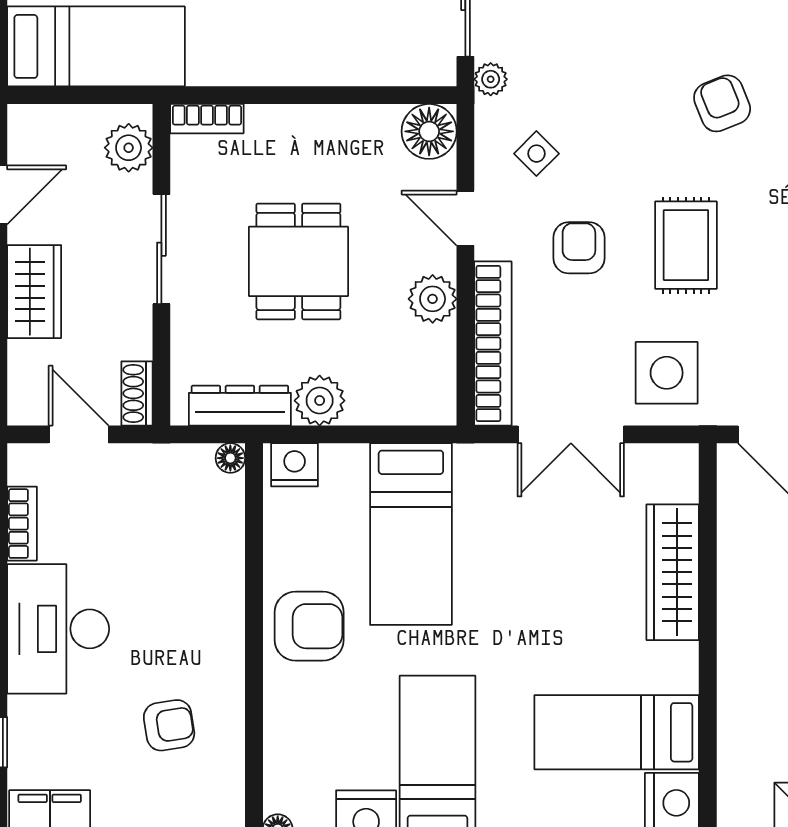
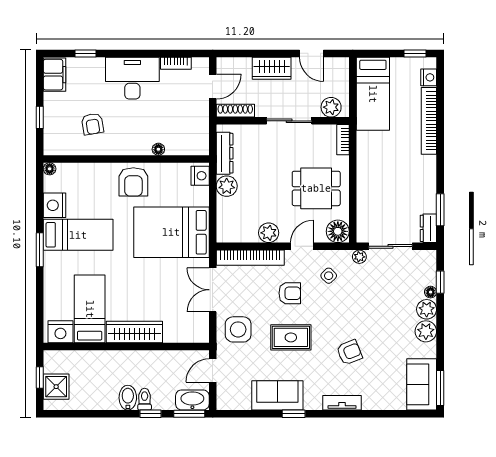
dining table: (298, 261) -> (316, 188), moved
shoe rack: (137, 393) -> (235, 111), width x1.43
floor lamp: (230, 458) -> (158, 149), moved
bed: (411, 534) -> (171, 232), width x1.50
wardrobe: (673, 572) -> (134, 332), moved

